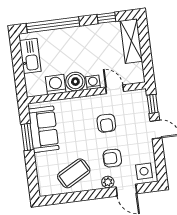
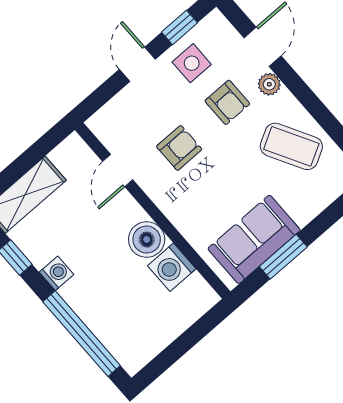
kitchen sink: (30, 56) -> (154, 336), removed
washing machine: (93, 82) -> (56, 273), moved, turned 180
window: (153, 104) -> (180, 27), moved
side table: (144, 171) -> (192, 63), moved

